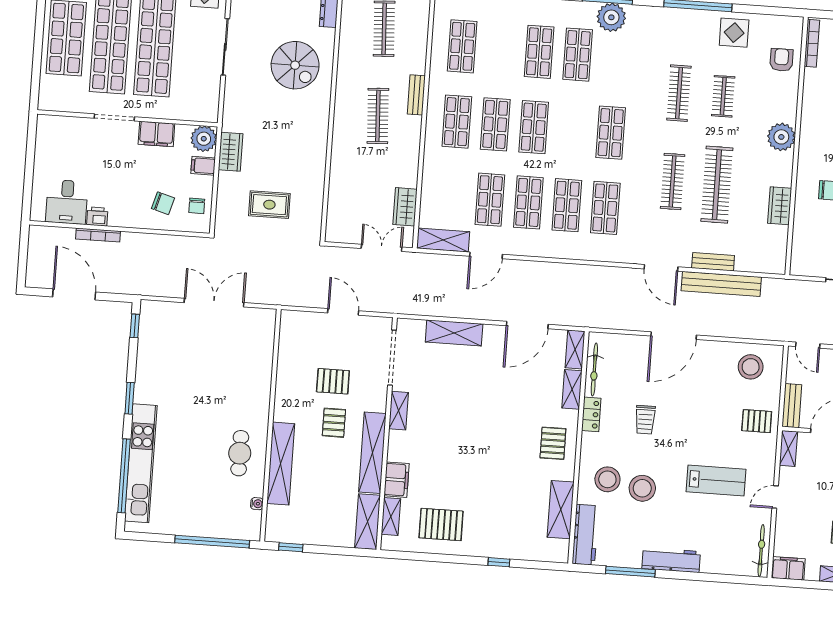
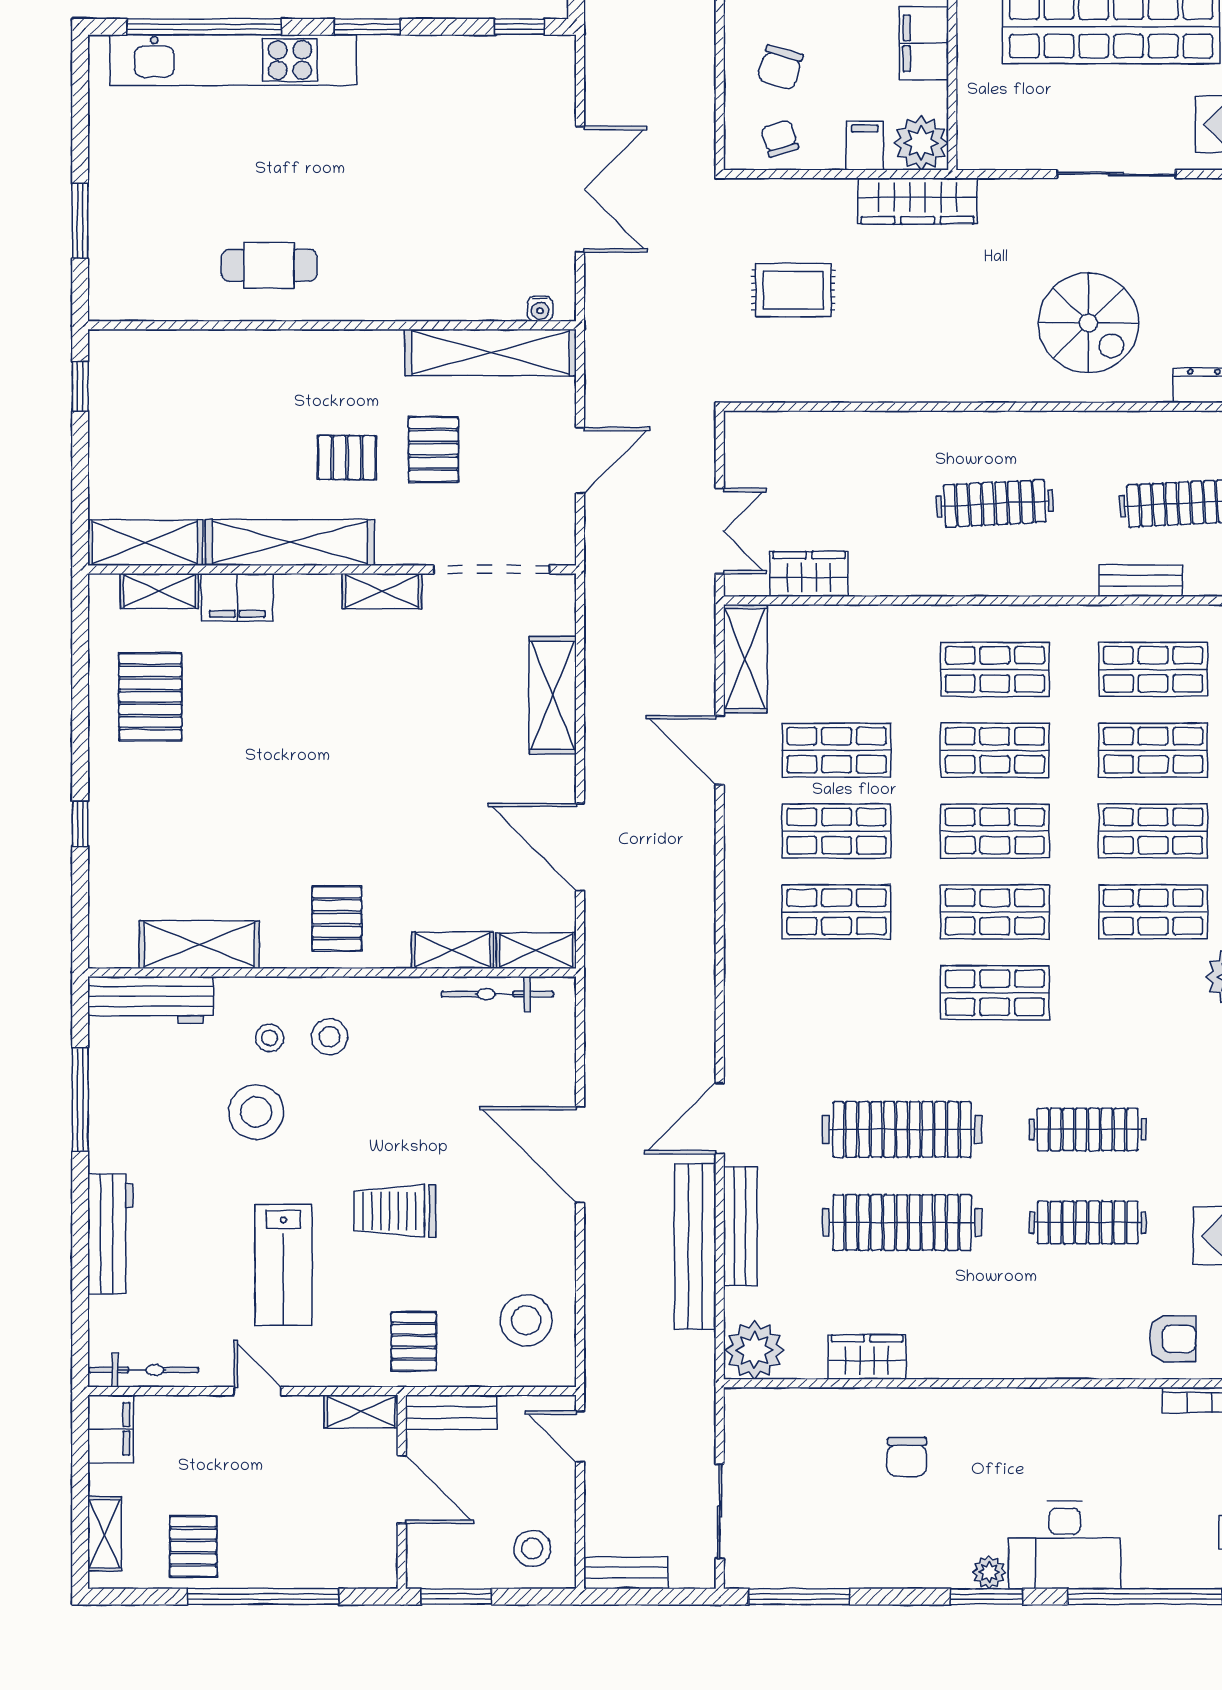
shop shelf: (501, 49) -> (1153, 750), added
spiral stairs: (295, 65) -> (1089, 323), turned -90
bench: (416, 95) -> (1141, 581), moved
clothes rail: (723, 96) -> (1088, 1223), width x1.36
plant: (781, 137) -> (755, 1350), moved
wardrobe: (231, 152) -> (918, 201), width x1.50
clothes rail: (673, 181) -> (902, 1129), width x1.37, depth x1.31
rug: (269, 205) -> (793, 290), turned 90
chair: (197, 206) -> (780, 138), turned 73
shop shelf: (605, 208) -> (995, 912), moved
bench: (713, 262) -> (740, 1226), width x1.36
door: (808, 345) -> (580, 1437), hinge flipped
locker: (591, 414) -> (403, 994), removed
trolley: (645, 420) -> (395, 1211), moved, width x1.36, depth x1.39
pallet: (553, 443) -> (337, 919), turned 90
stool: (609, 451) -> (330, 1037), added
shelving: (281, 464) -> (491, 352), moved
stool: (607, 479) -> (270, 1038), width x0.53, depth x0.53
water cooler: (257, 504) -> (540, 309), moved
window: (212, 542) -> (80, 221), width x0.47
workbench: (671, 560) -> (110, 1234), moved

